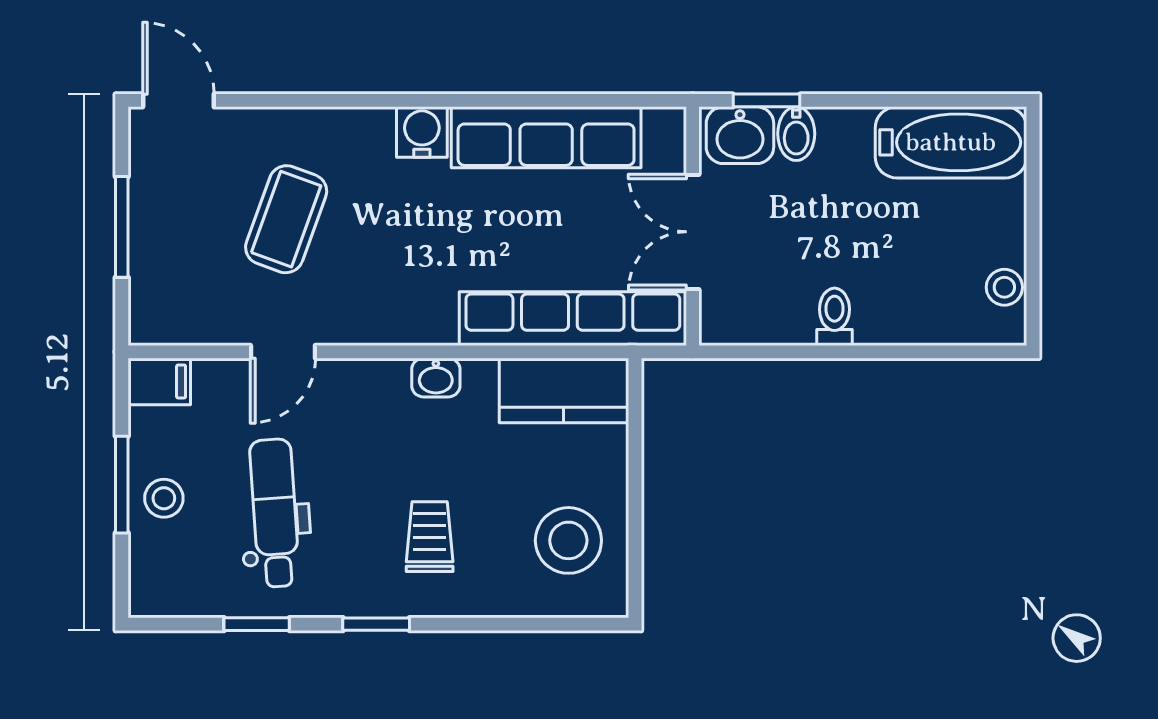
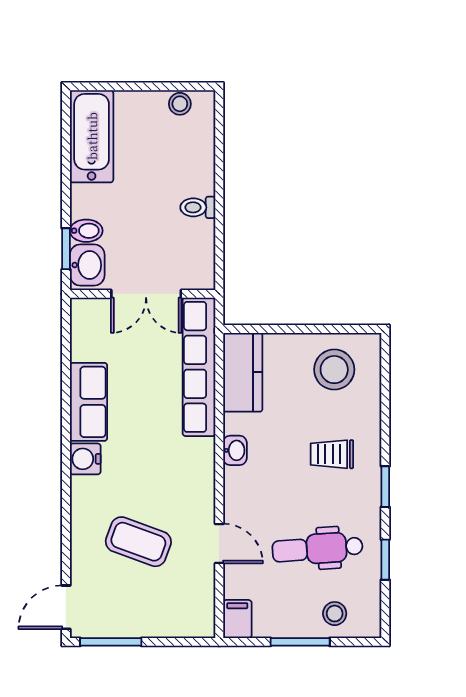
row of seats: (546, 137) -> (88, 402), width x0.68
window: (122, 227) -> (111, 642), moved
stool: (164, 498) -> (335, 614), moved

